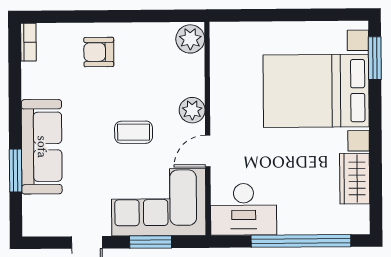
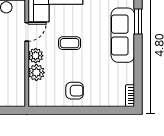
plant: (190, 39) -> (36, 73), moved
armchair: (99, 52) -> (75, 91), moved

